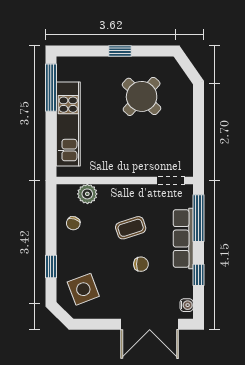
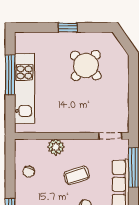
window: (51, 88) -> (10, 75), moved
plant: (87, 194) -> (56, 147), moved

